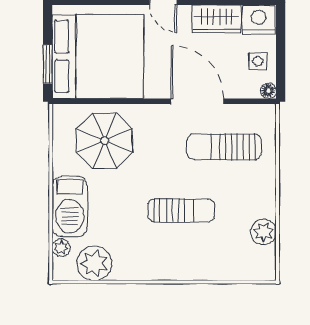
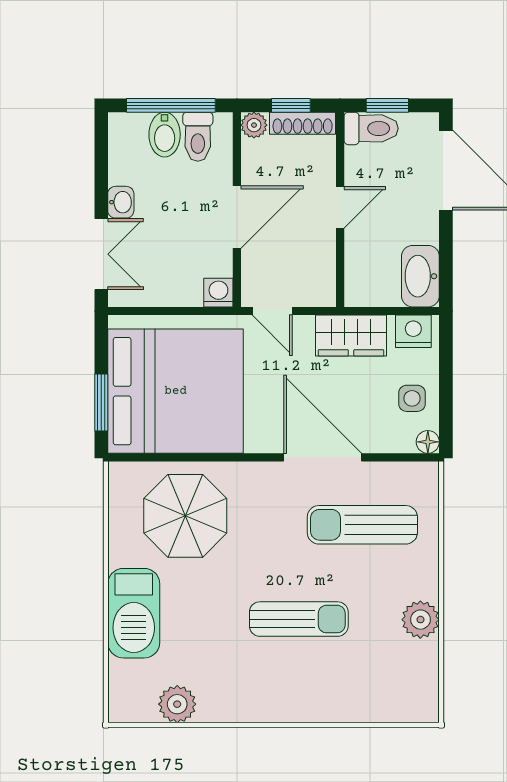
nightstand: (259, 20) -> (413, 331), width x0.74, depth x0.75
plant: (263, 232) -> (420, 620), moved
plant: (61, 248) -> (121, 674), removed
plant: (94, 263) -> (177, 704), width x0.73, depth x0.73

